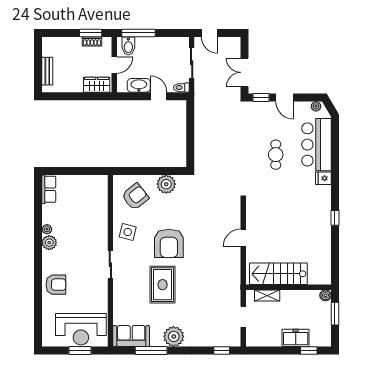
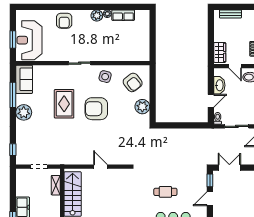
row of seats: (49, 189) -> (123, 15), moved
rug: (163, 285) -> (64, 104), turned 90

